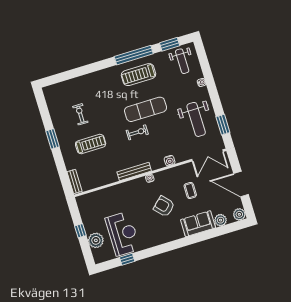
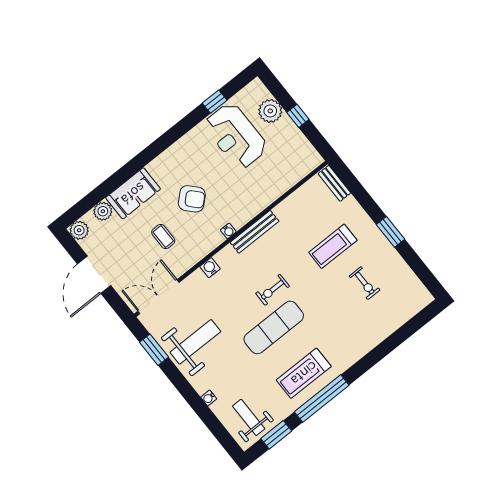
treadmill: (139, 75) -> (304, 373), turned 180
weight bench: (196, 119) -> (195, 342), turned 90
door: (241, 184) -> (94, 275), swing flipped

